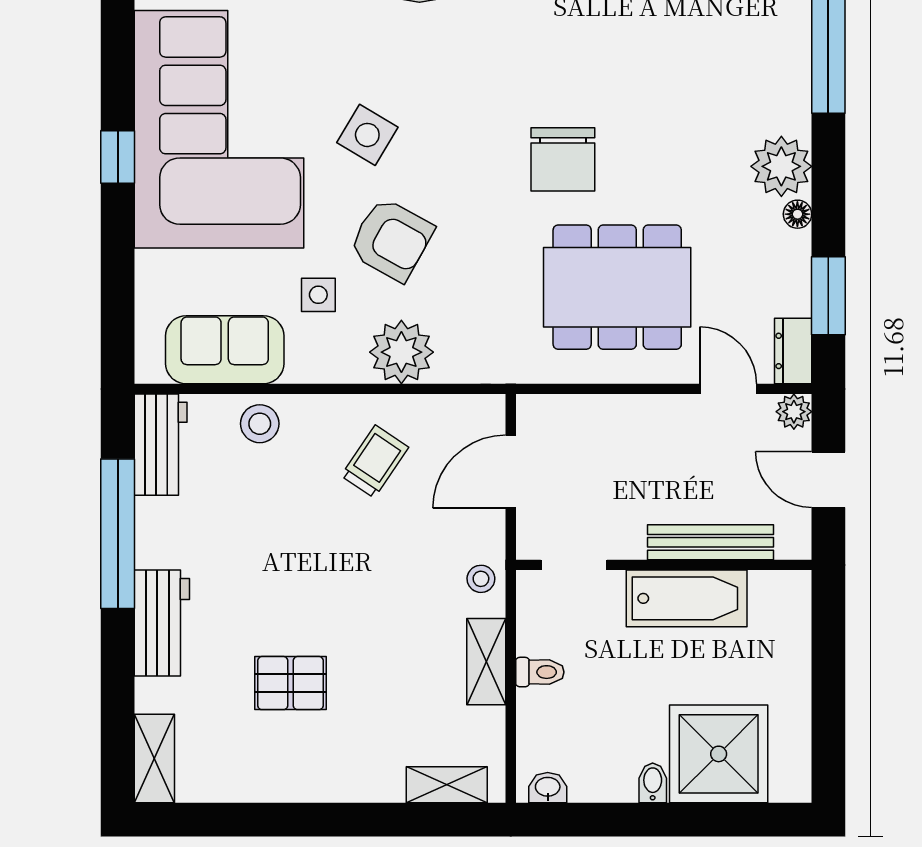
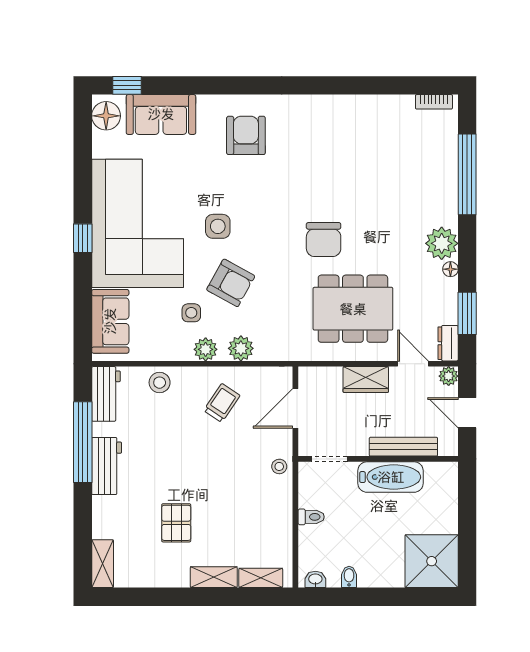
side table: (367, 135) -> (218, 226), turned -31
sofa: (225, 350) -> (110, 321), moved, turned 90
plant: (401, 352) -> (241, 348), width x0.73, depth x0.73
plant: (345, 362) -> (206, 349), added
wardrobe: (641, 418) -> (366, 380), added
workbench: (162, 623) -> (107, 466), moved
shelving: (486, 662) -> (214, 577), moved, turned 90
pallet: (290, 683) -> (176, 523), turned 90
shower: (719, 754) -> (432, 561), moved
bidet: (653, 783) -> (349, 577), moved

